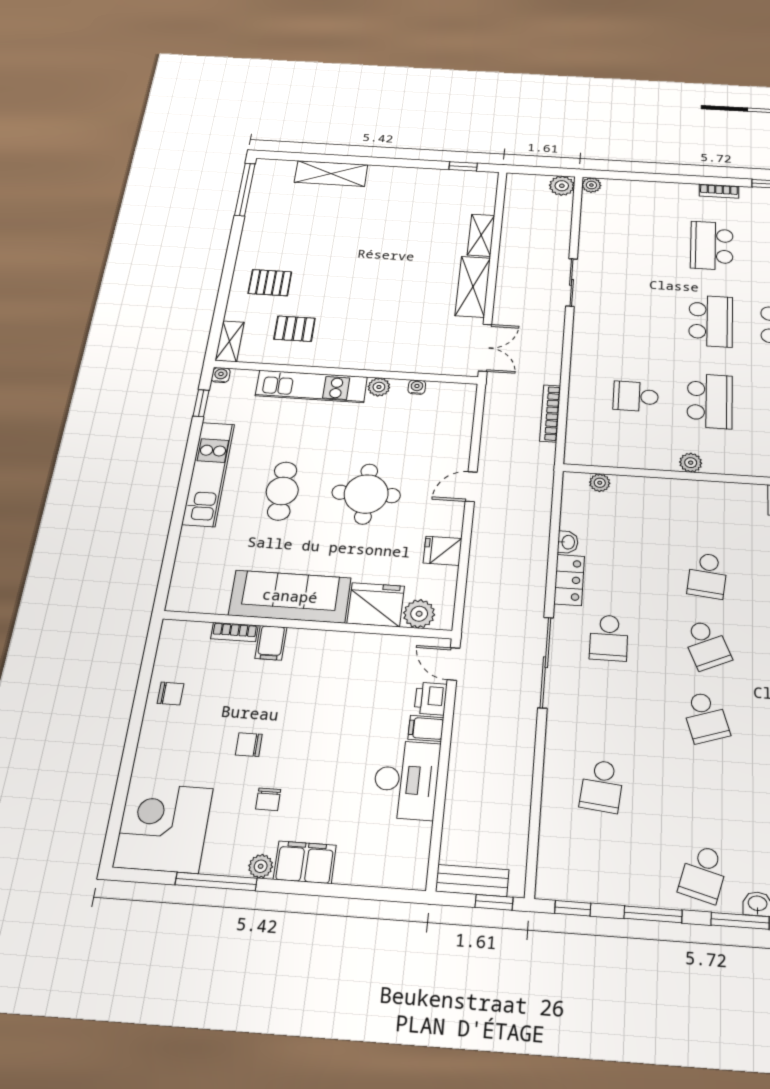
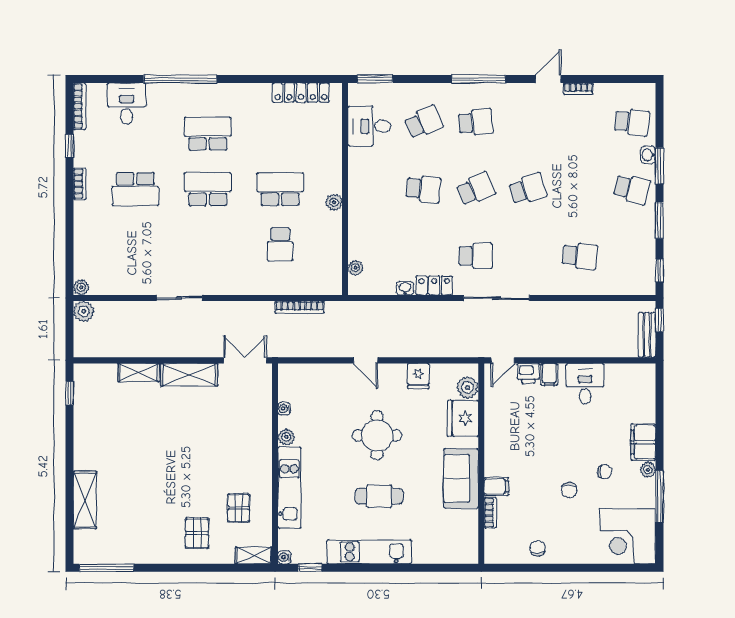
sofa: (290, 596) -> (461, 479), width x0.73
desk: (406, 780) -> (585, 384), width x0.73

